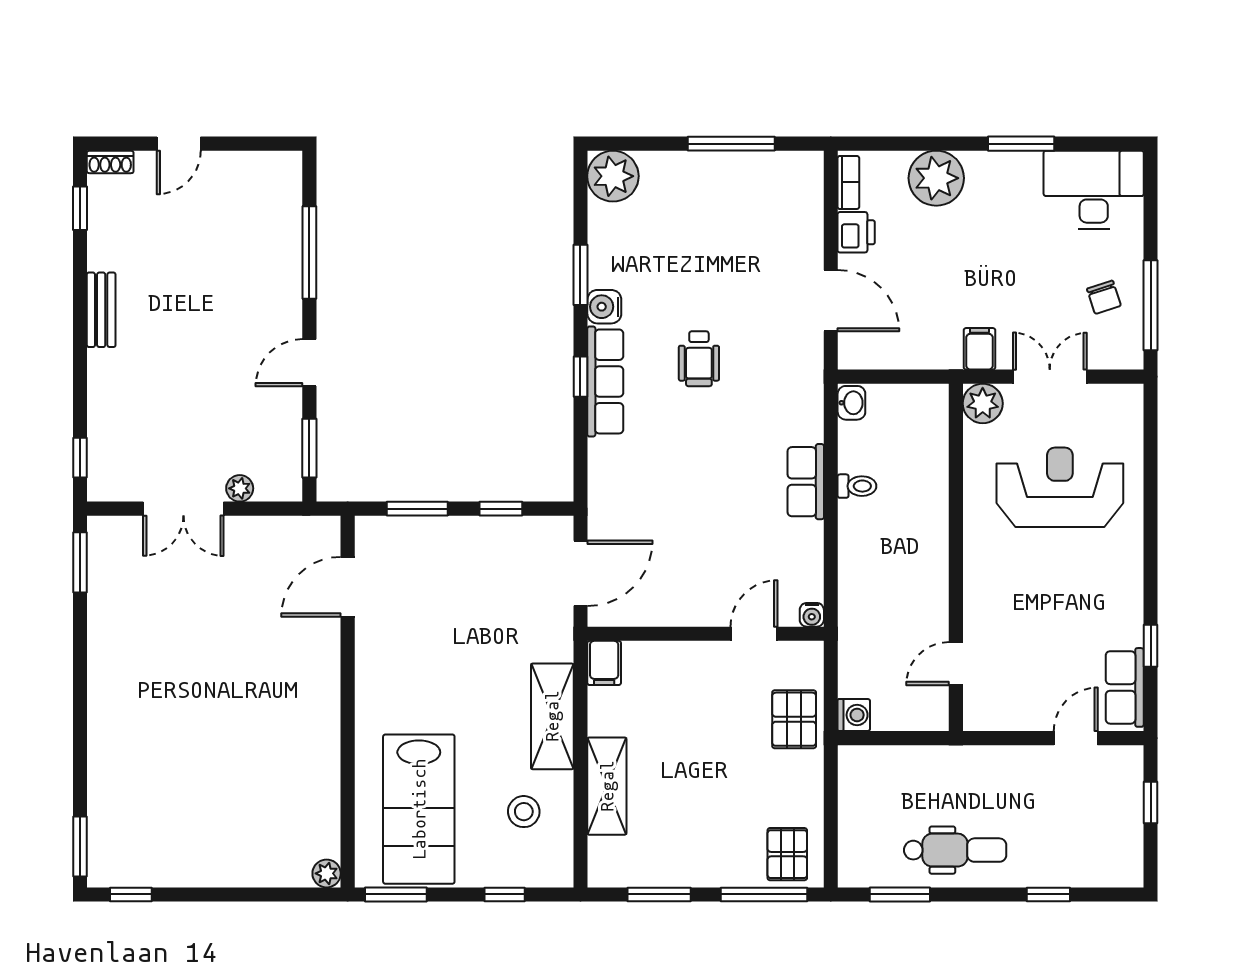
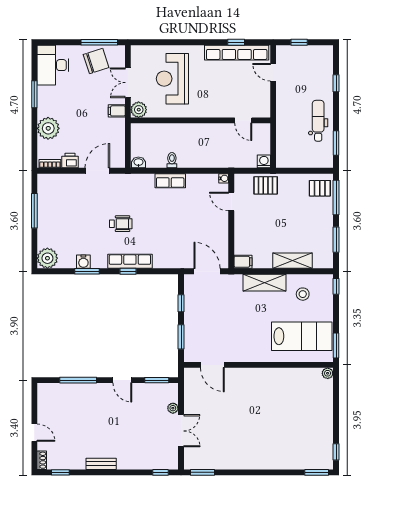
chair: (1104, 297) -> (96, 61), width x1.87, depth x1.87
water cooler: (604, 307) -> (83, 262), moved
row of seats: (1125, 687) -> (237, 53), width x2.02
window: (505, 894) -> (336, 286), moved

